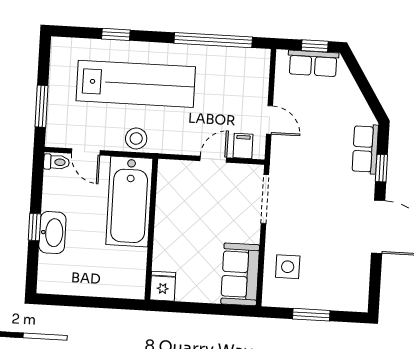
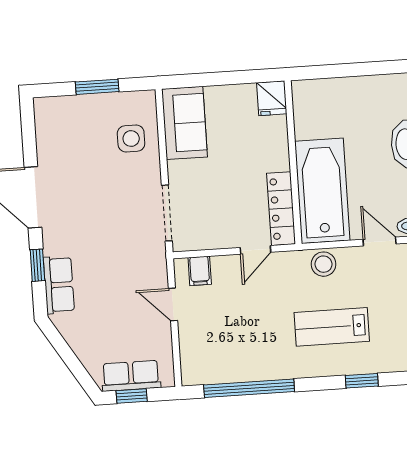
lab bench: (136, 84) -> (332, 327), width x0.54, depth x0.72
door: (213, 159) -> (255, 250), moved
locker: (167, 191) -> (281, 209), added

